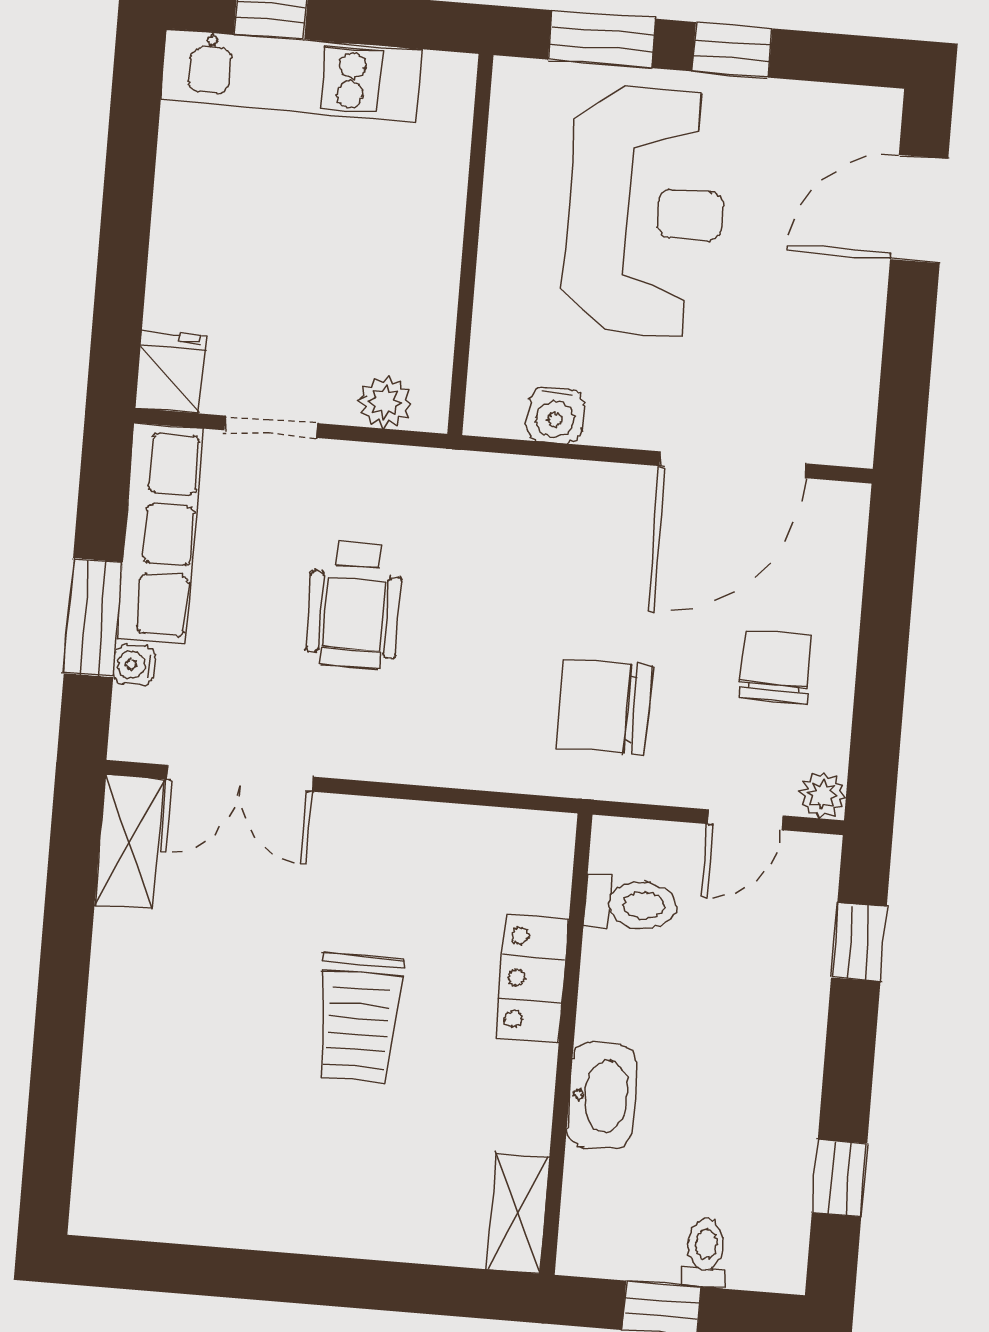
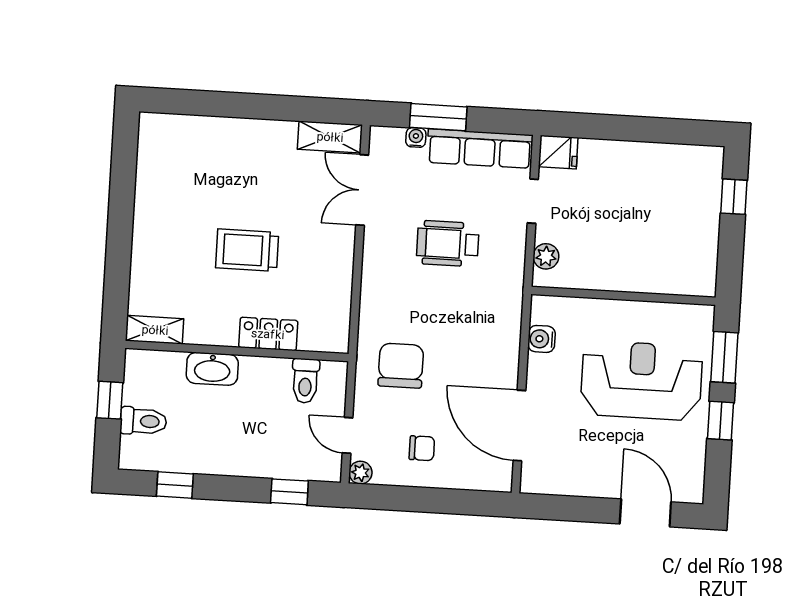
kitchen unit: (292, 75) -> (704, 207), removed
reception desk: (646, 211) -> (641, 380), turned 180
chair: (775, 667) -> (422, 448), width x0.73, depth x0.73
toilet: (705, 1253) -> (143, 421), width x1.37, depth x1.39

